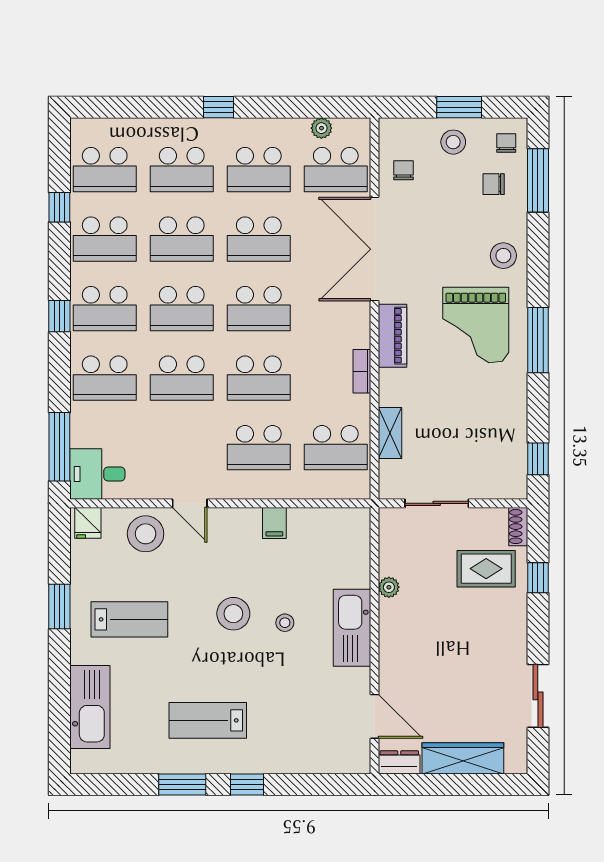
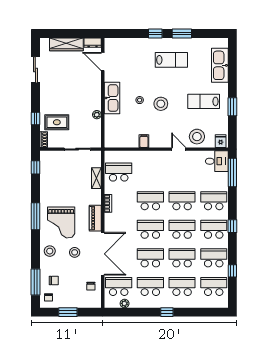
stool: (453, 142) -> (75, 252), moved
grand piano: (476, 325) -> (61, 223), turned 180
school desk: (259, 448) -> (150, 172), removed

